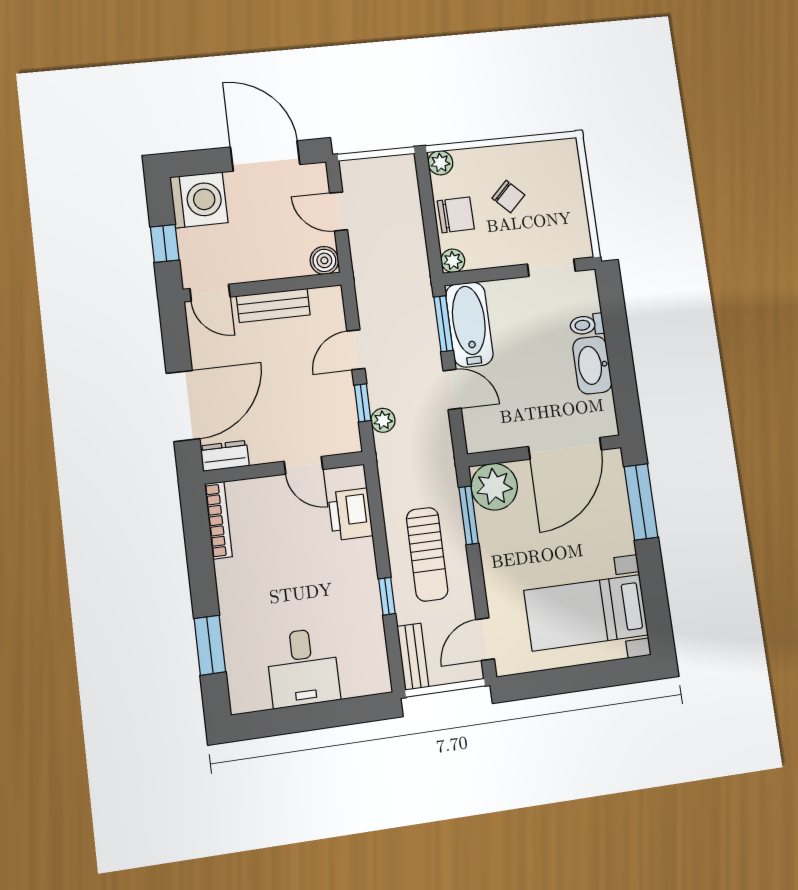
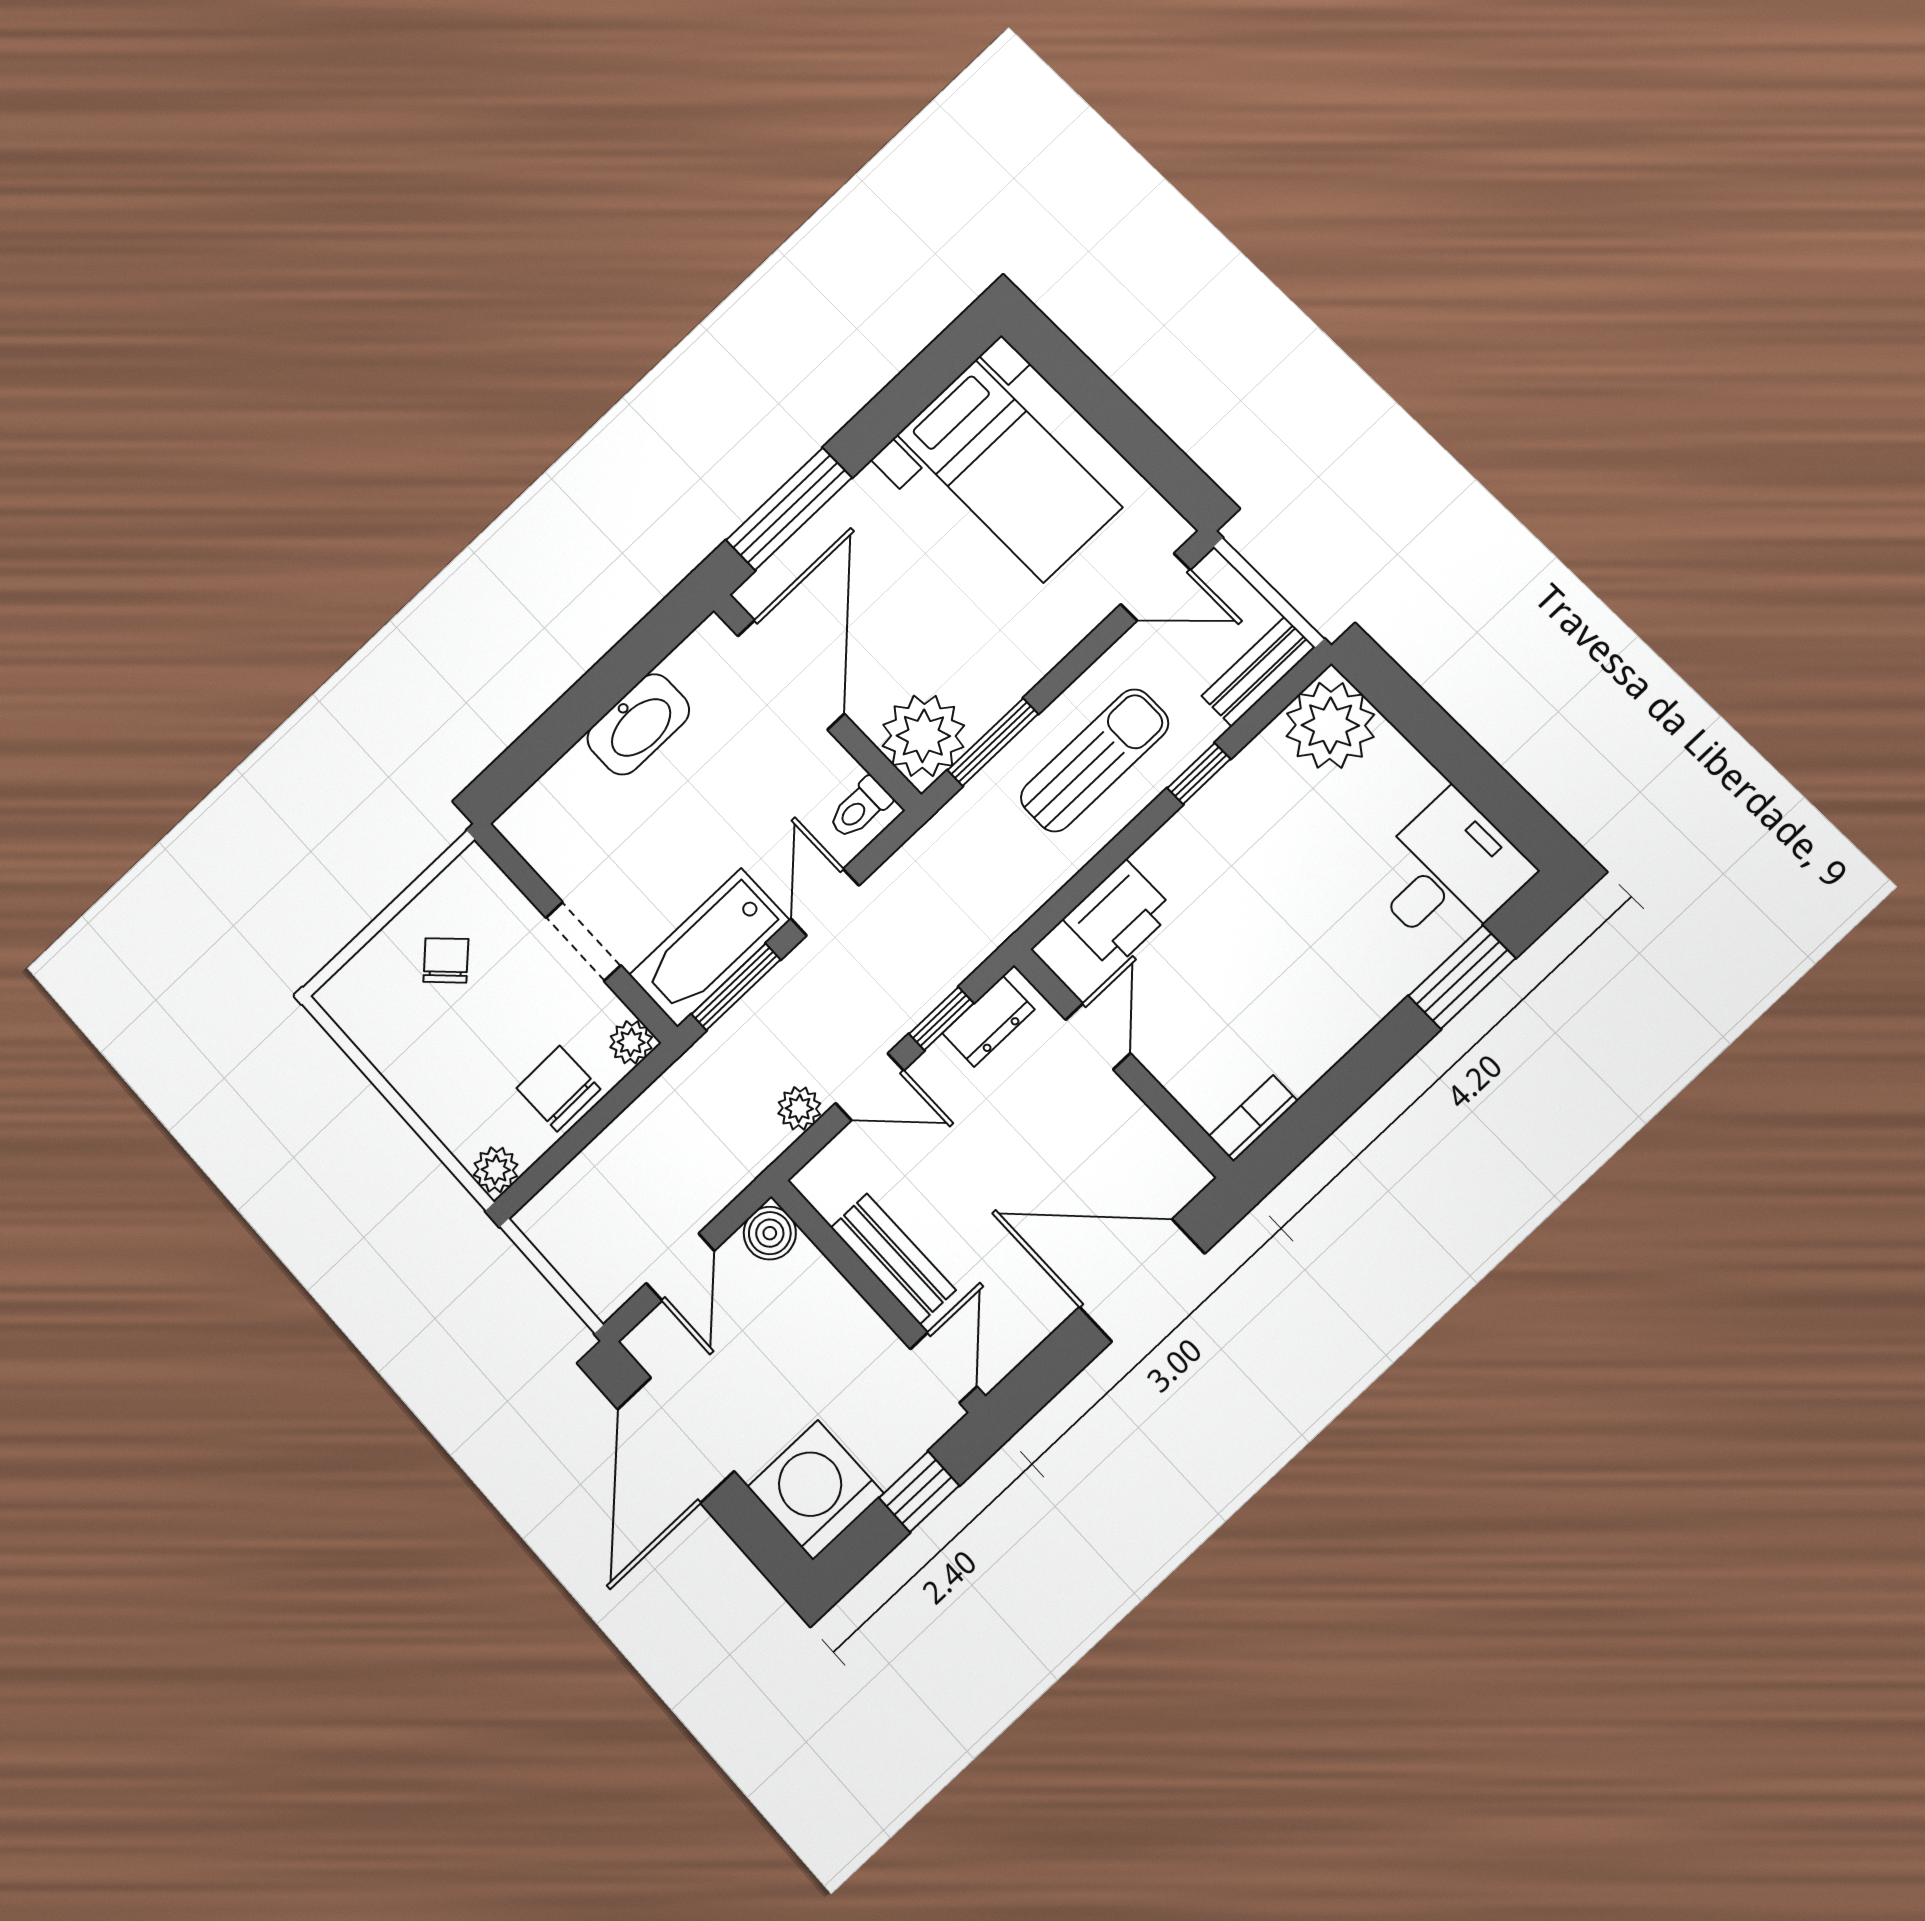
chair: (508, 196) -> (446, 960), moved
doorway: (551, 268) -> (583, 941), moved
toilet: (587, 325) -> (860, 808), moved, turned 90
plant: (383, 420) -> (799, 1108), moved
door: (565, 448) -> (791, 675), hinge flipped
dresser: (225, 456) -> (988, 1021), moved, turned -90
bookcase: (218, 520) -> (1253, 1118), width x0.64
desk: (303, 668) -> (1448, 873), moved
plant: (365, 671) -> (1330, 725), added

